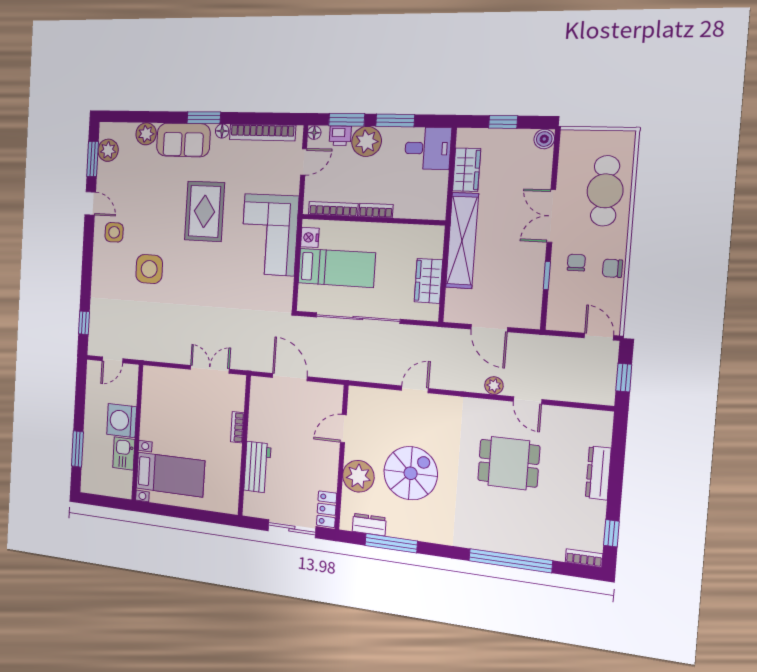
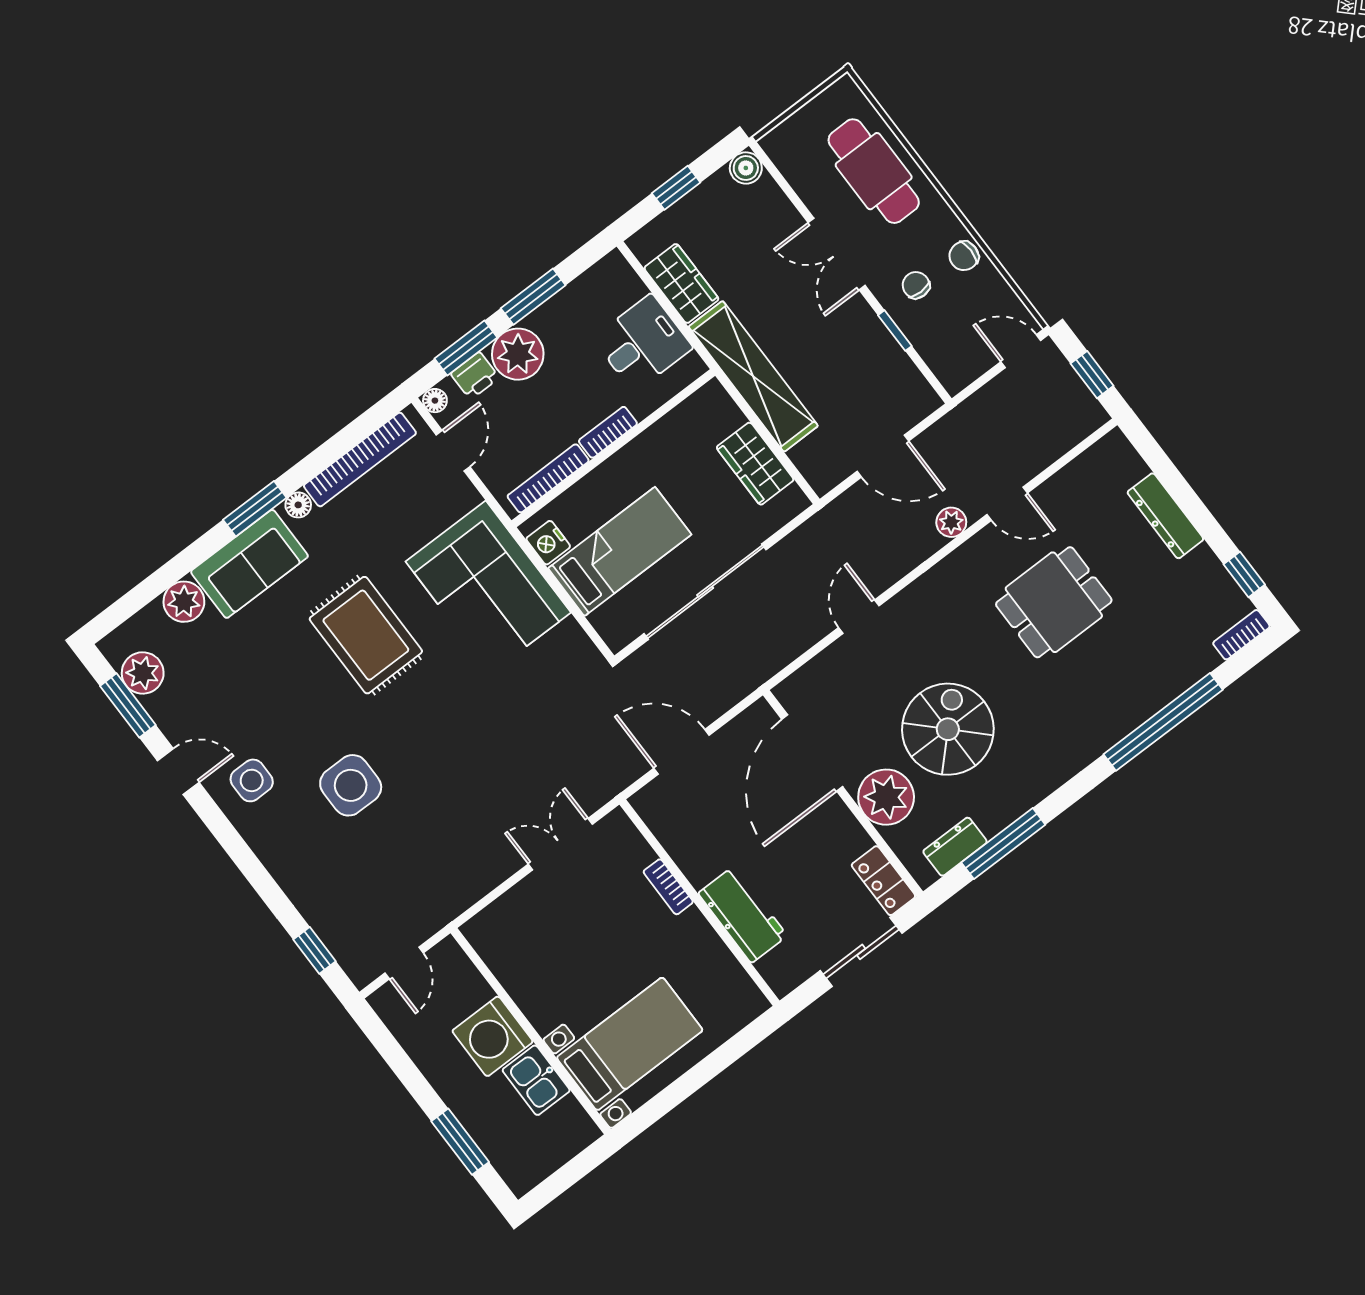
desk: (428, 148) -> (643, 343), moved
door: (343, 429) -> (812, 753), width x1.87

